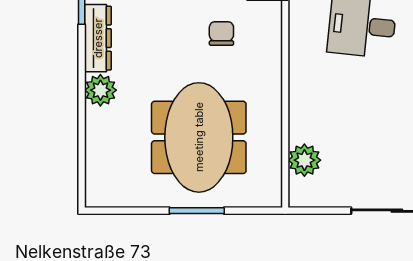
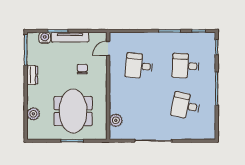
dresser: (98, 38) -> (32, 75), width x0.70
plant: (100, 90) -> (33, 114), moved

